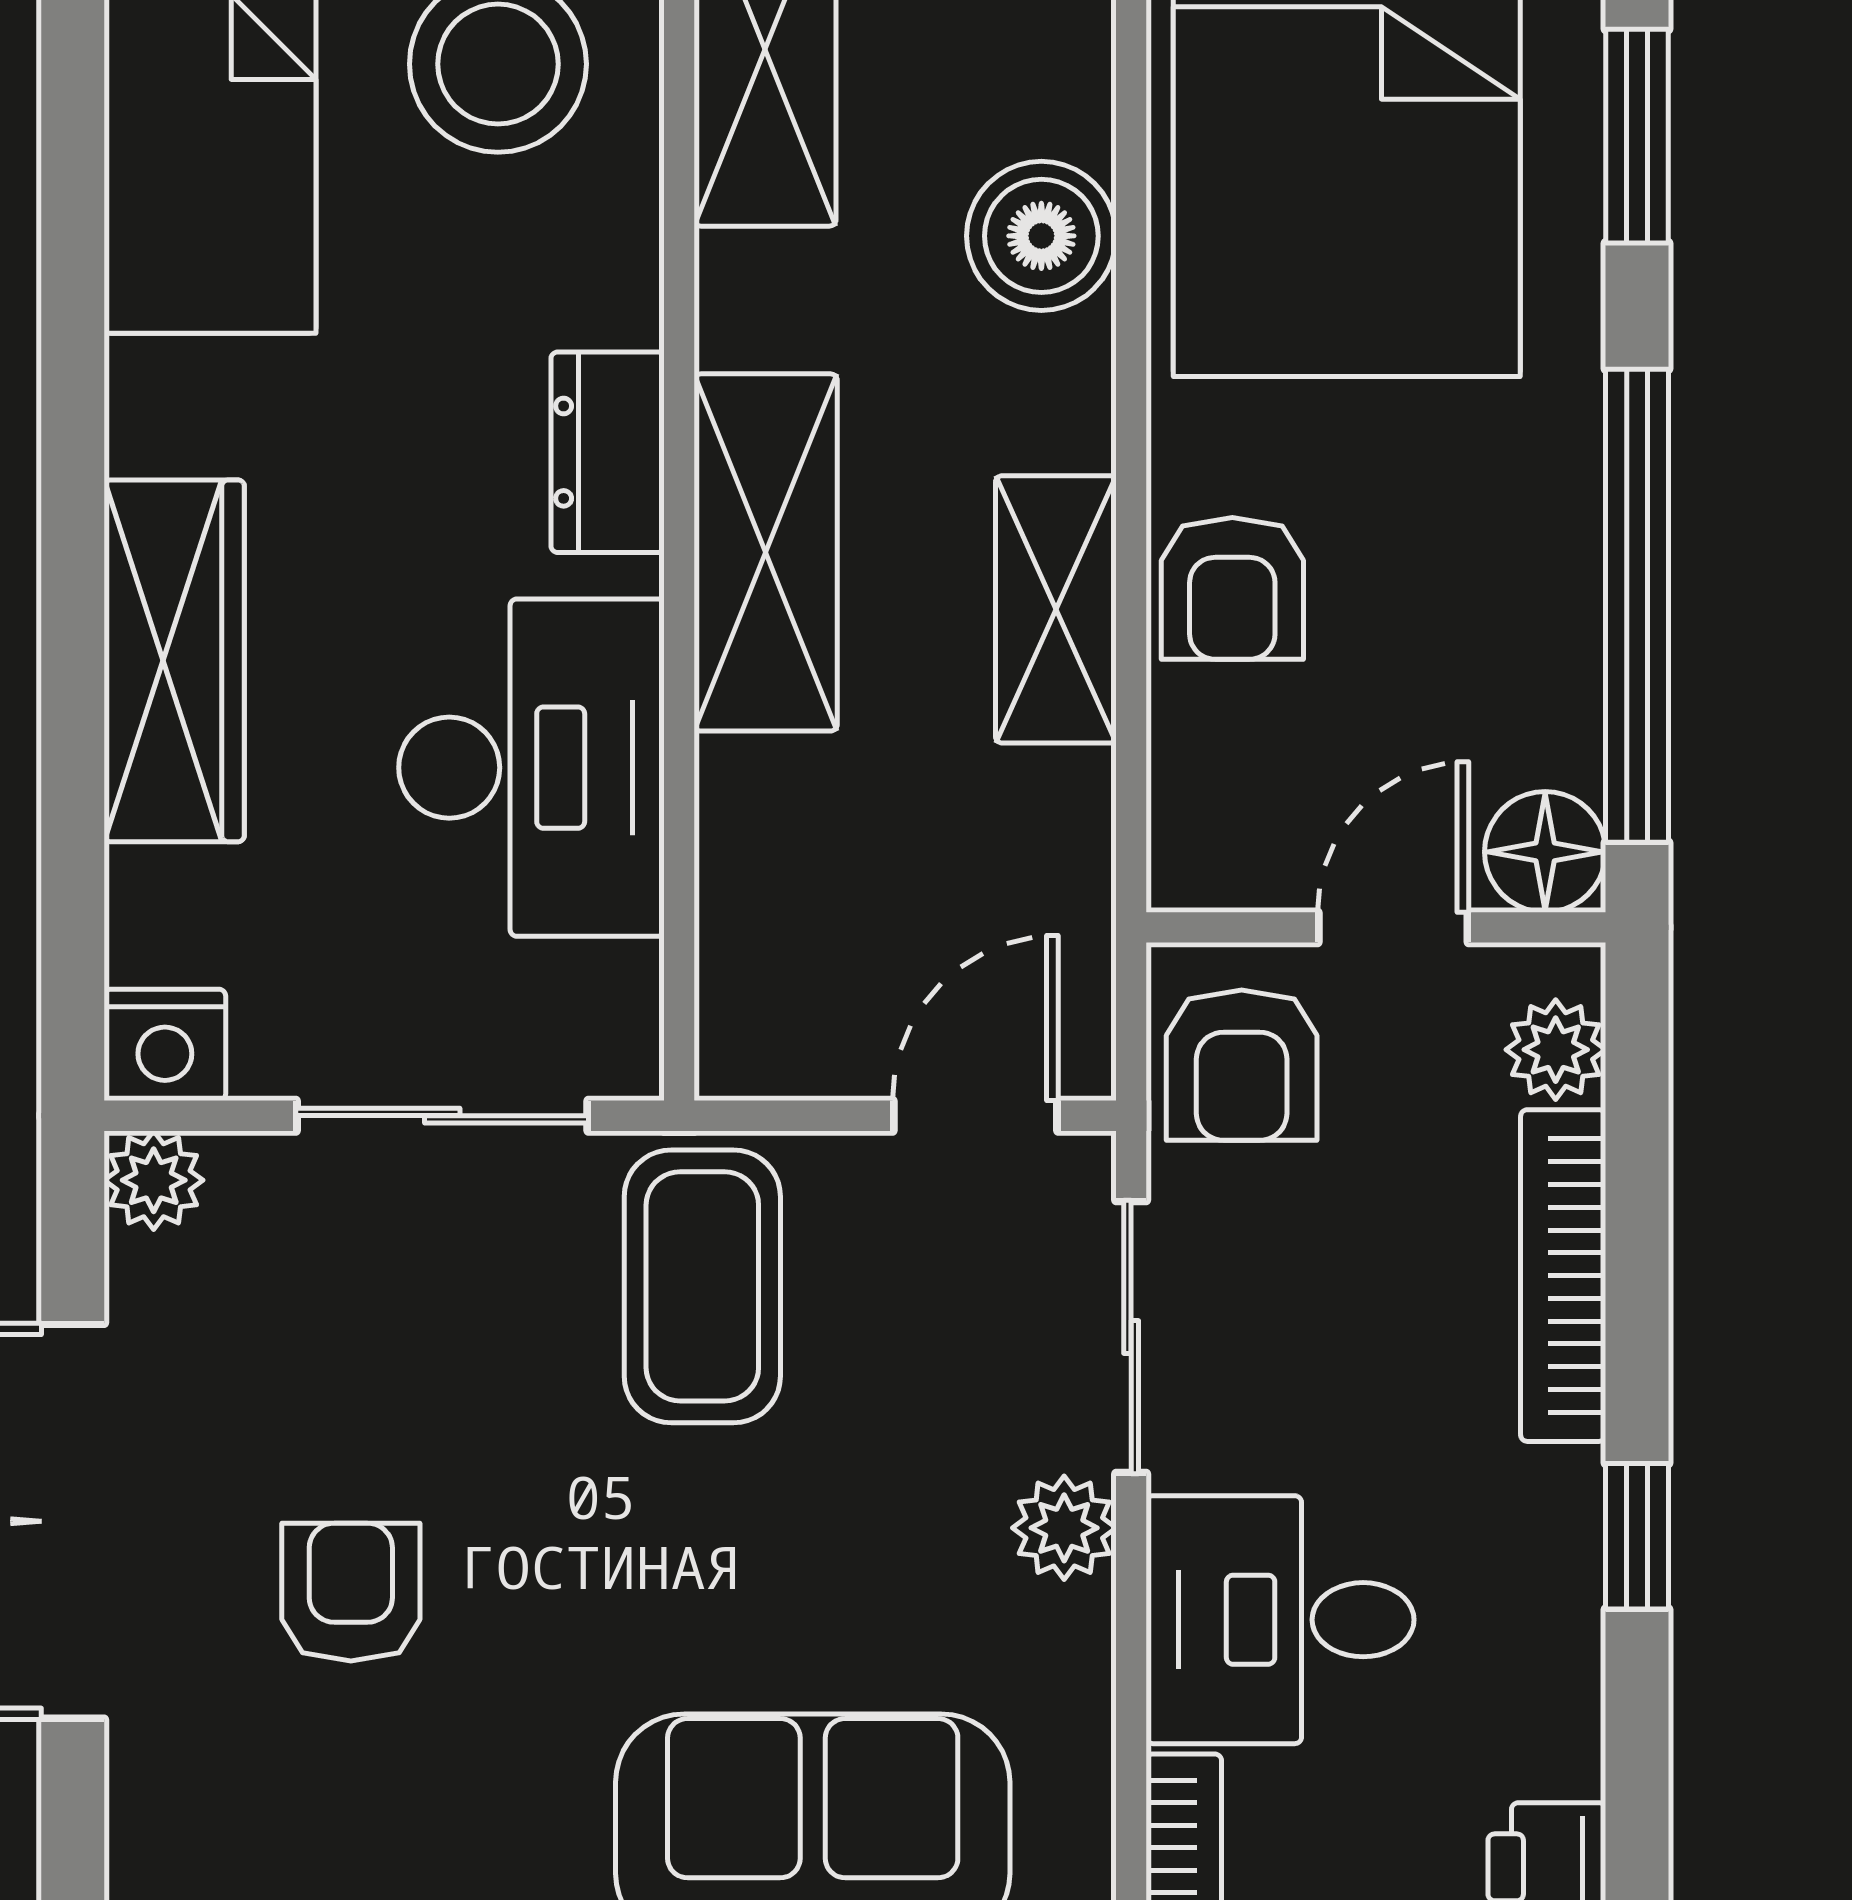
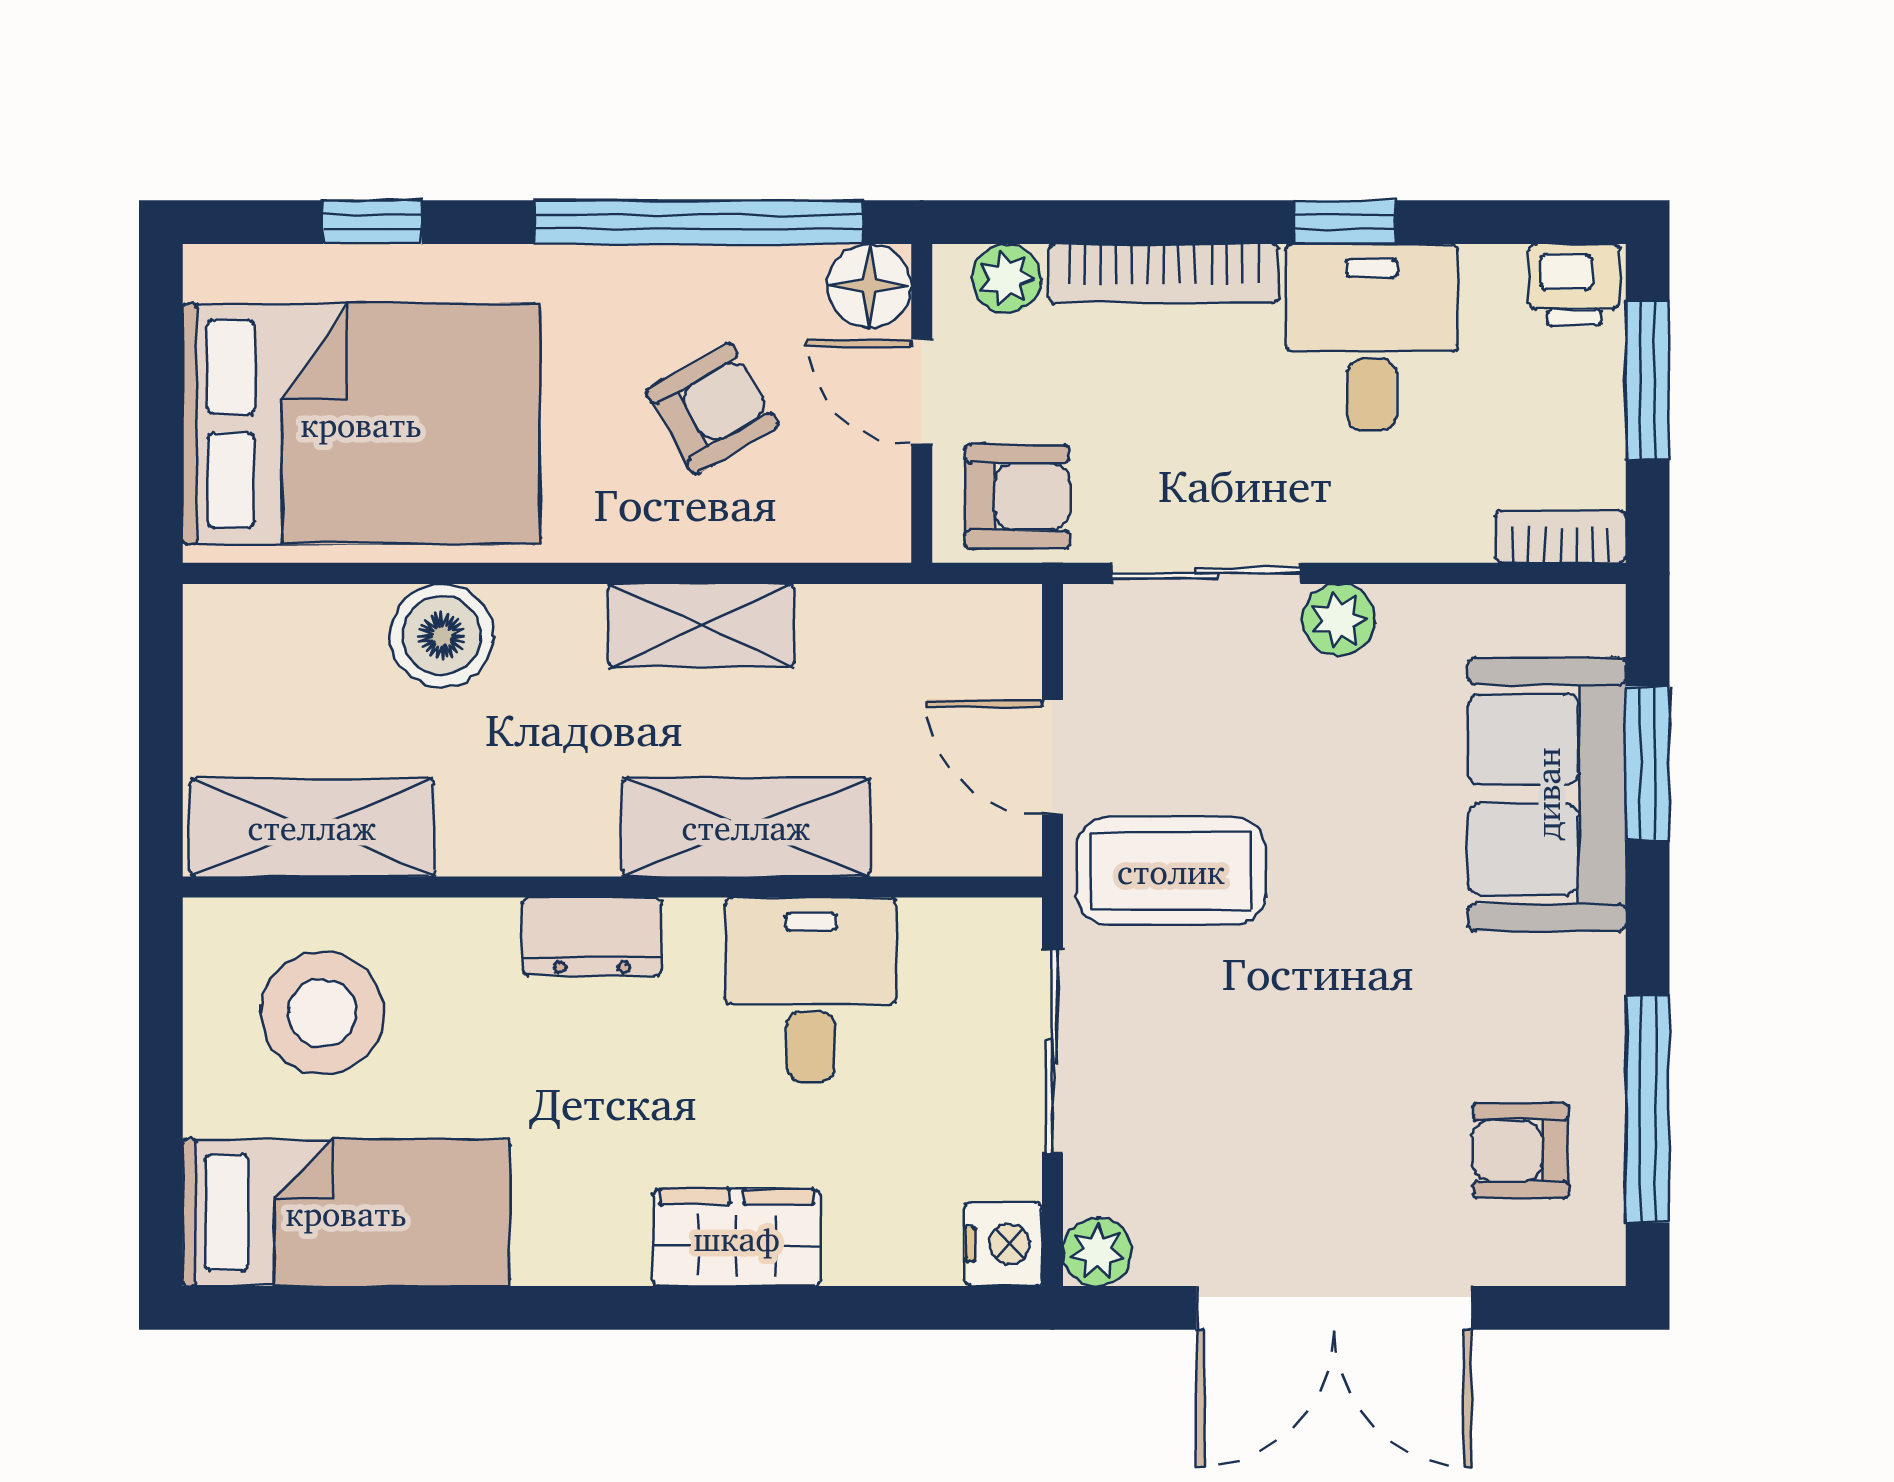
window: (1637, 136) -> (372, 222), width x0.67
shelving: (766, 552) -> (746, 827), moved
armchair: (1232, 588) -> (712, 408), moved, turned -30
wardrobe: (174, 661) -> (737, 1238), width x0.67
desk: (531, 768) -> (811, 990), width x0.73
door: (975, 1116) -> (1052, 757), moved
armchair: (351, 1592) -> (1521, 1150), moved
desk: (1280, 1620) -> (1372, 337), moved, turned 180

